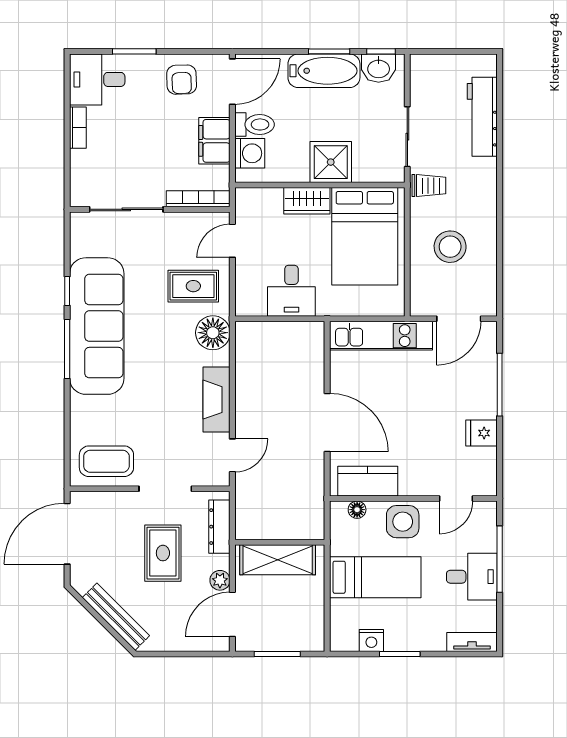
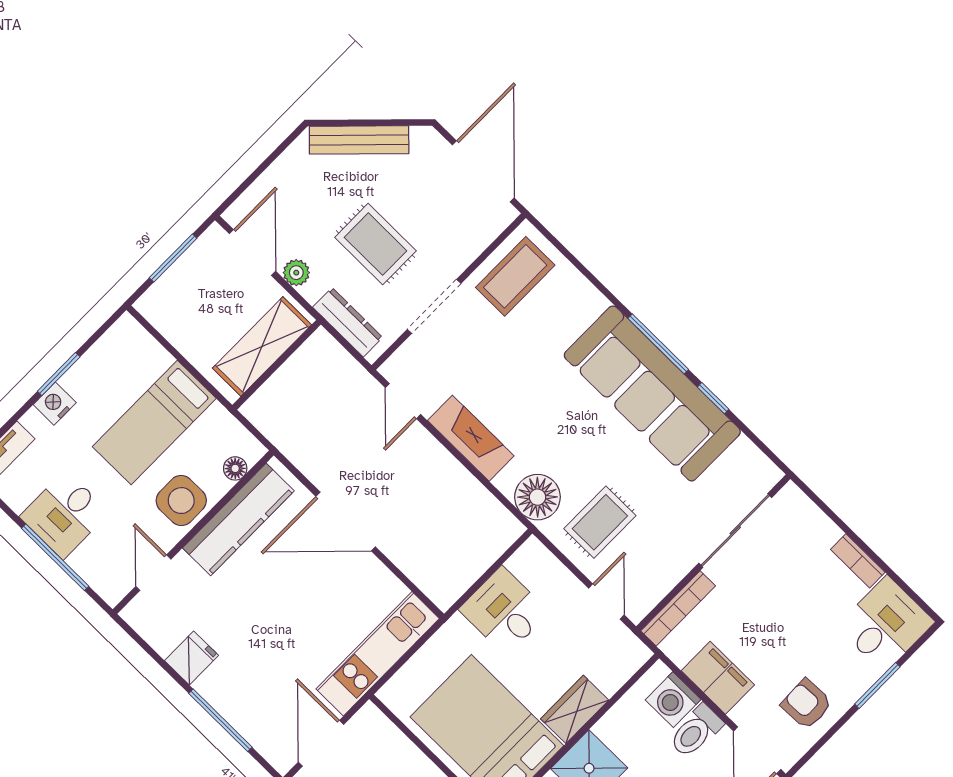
kitchen counter: (368, 481) -> (238, 519), width x1.50
nightstand: (371, 640) -> (55, 404), moved

